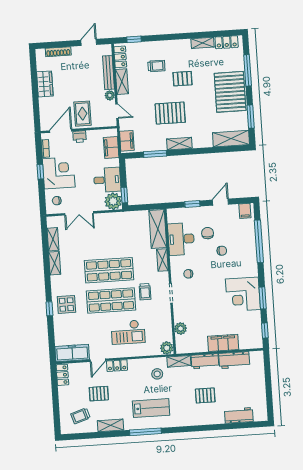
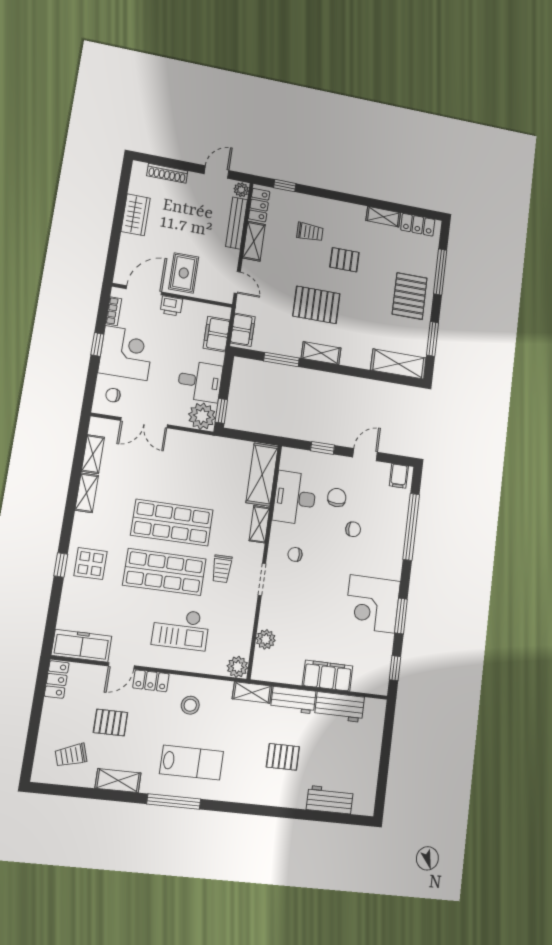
pallet: (230, 92) -> (410, 296), width x0.73, depth x0.71
plant: (110, 95) -> (241, 190), moved
stool: (157, 374) -> (190, 705), moved

